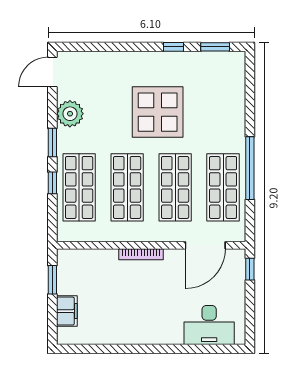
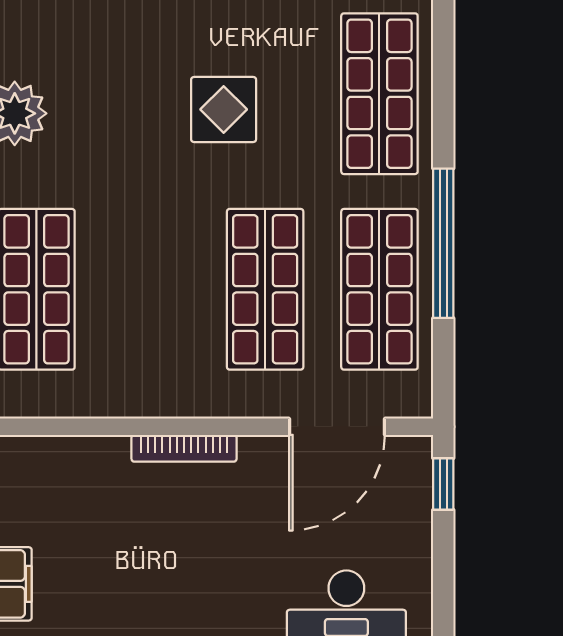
display table: (158, 112) -> (224, 109), width x0.54, depth x0.54
shop shelf: (127, 187) -> (379, 94), moved

